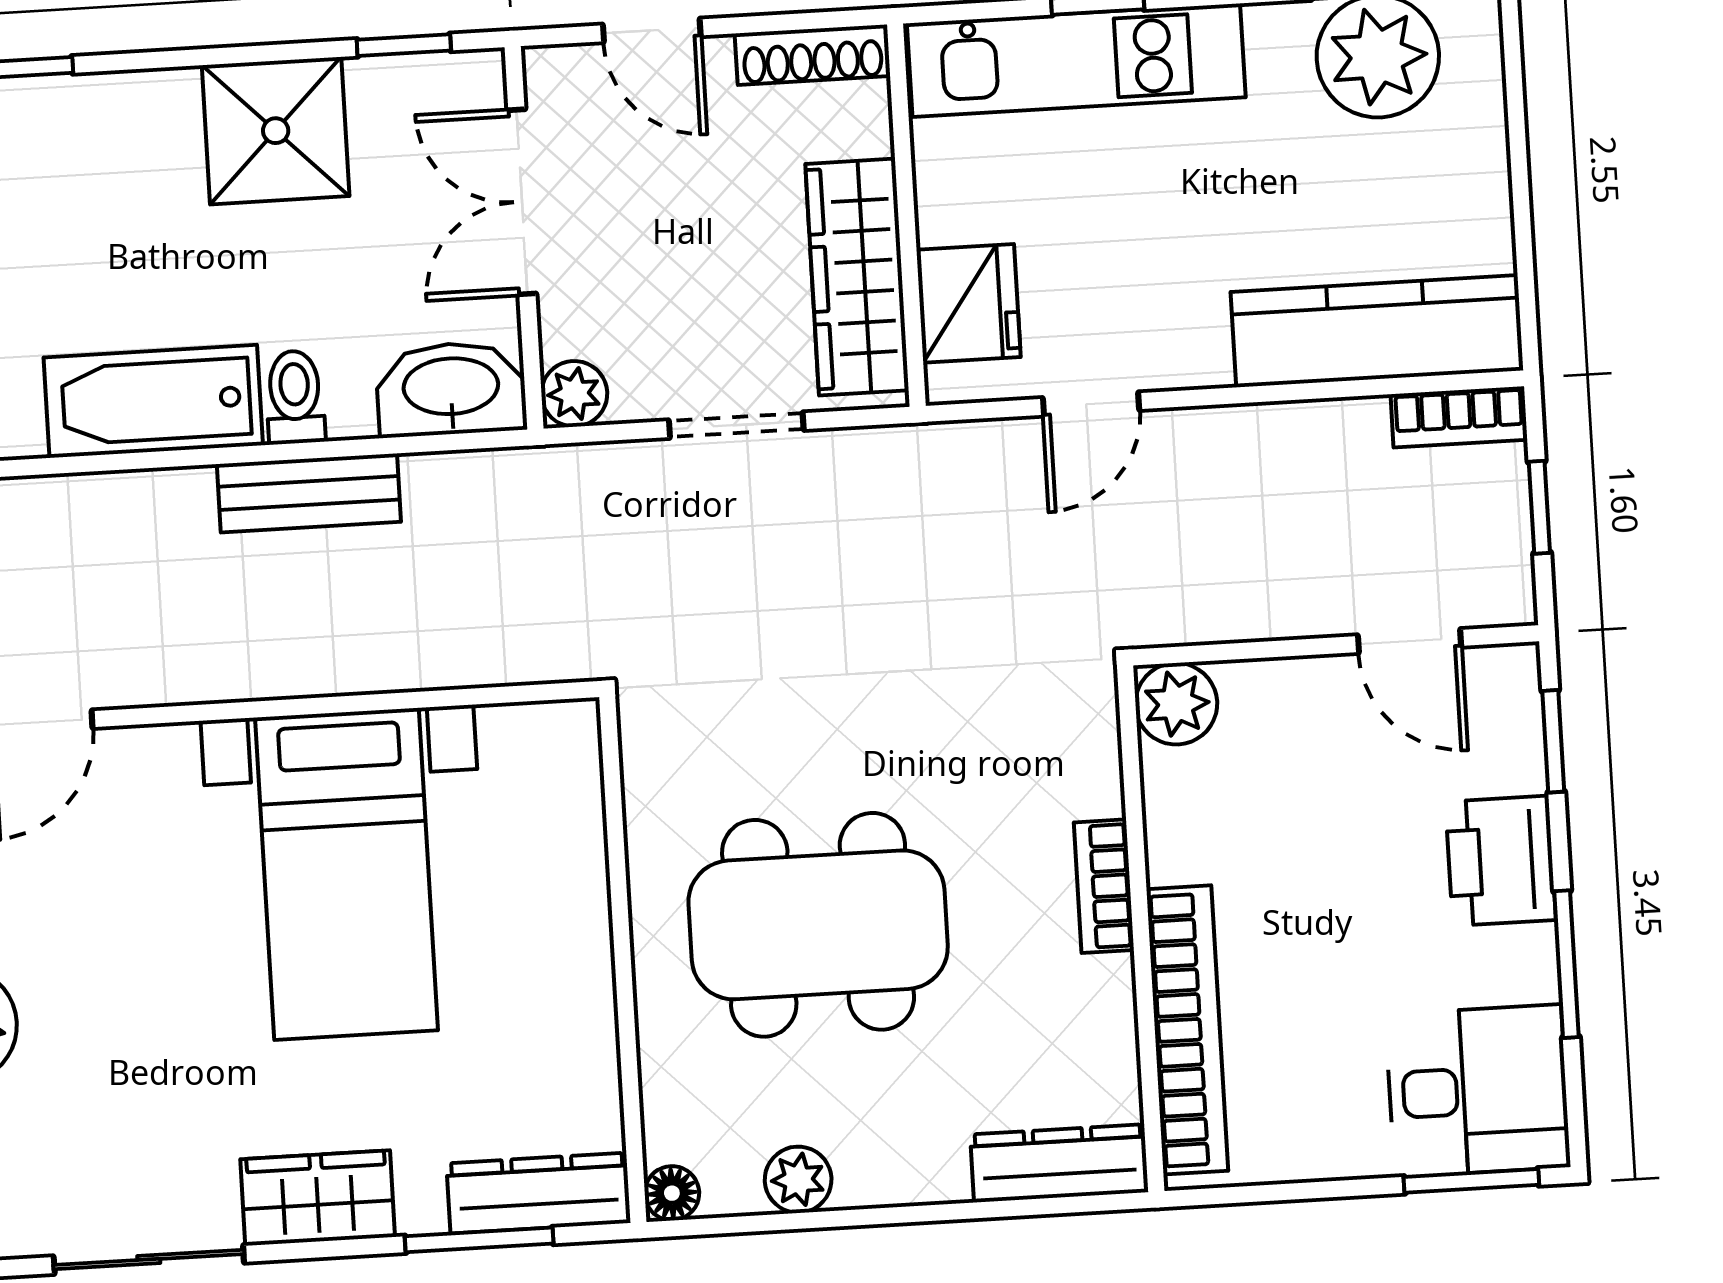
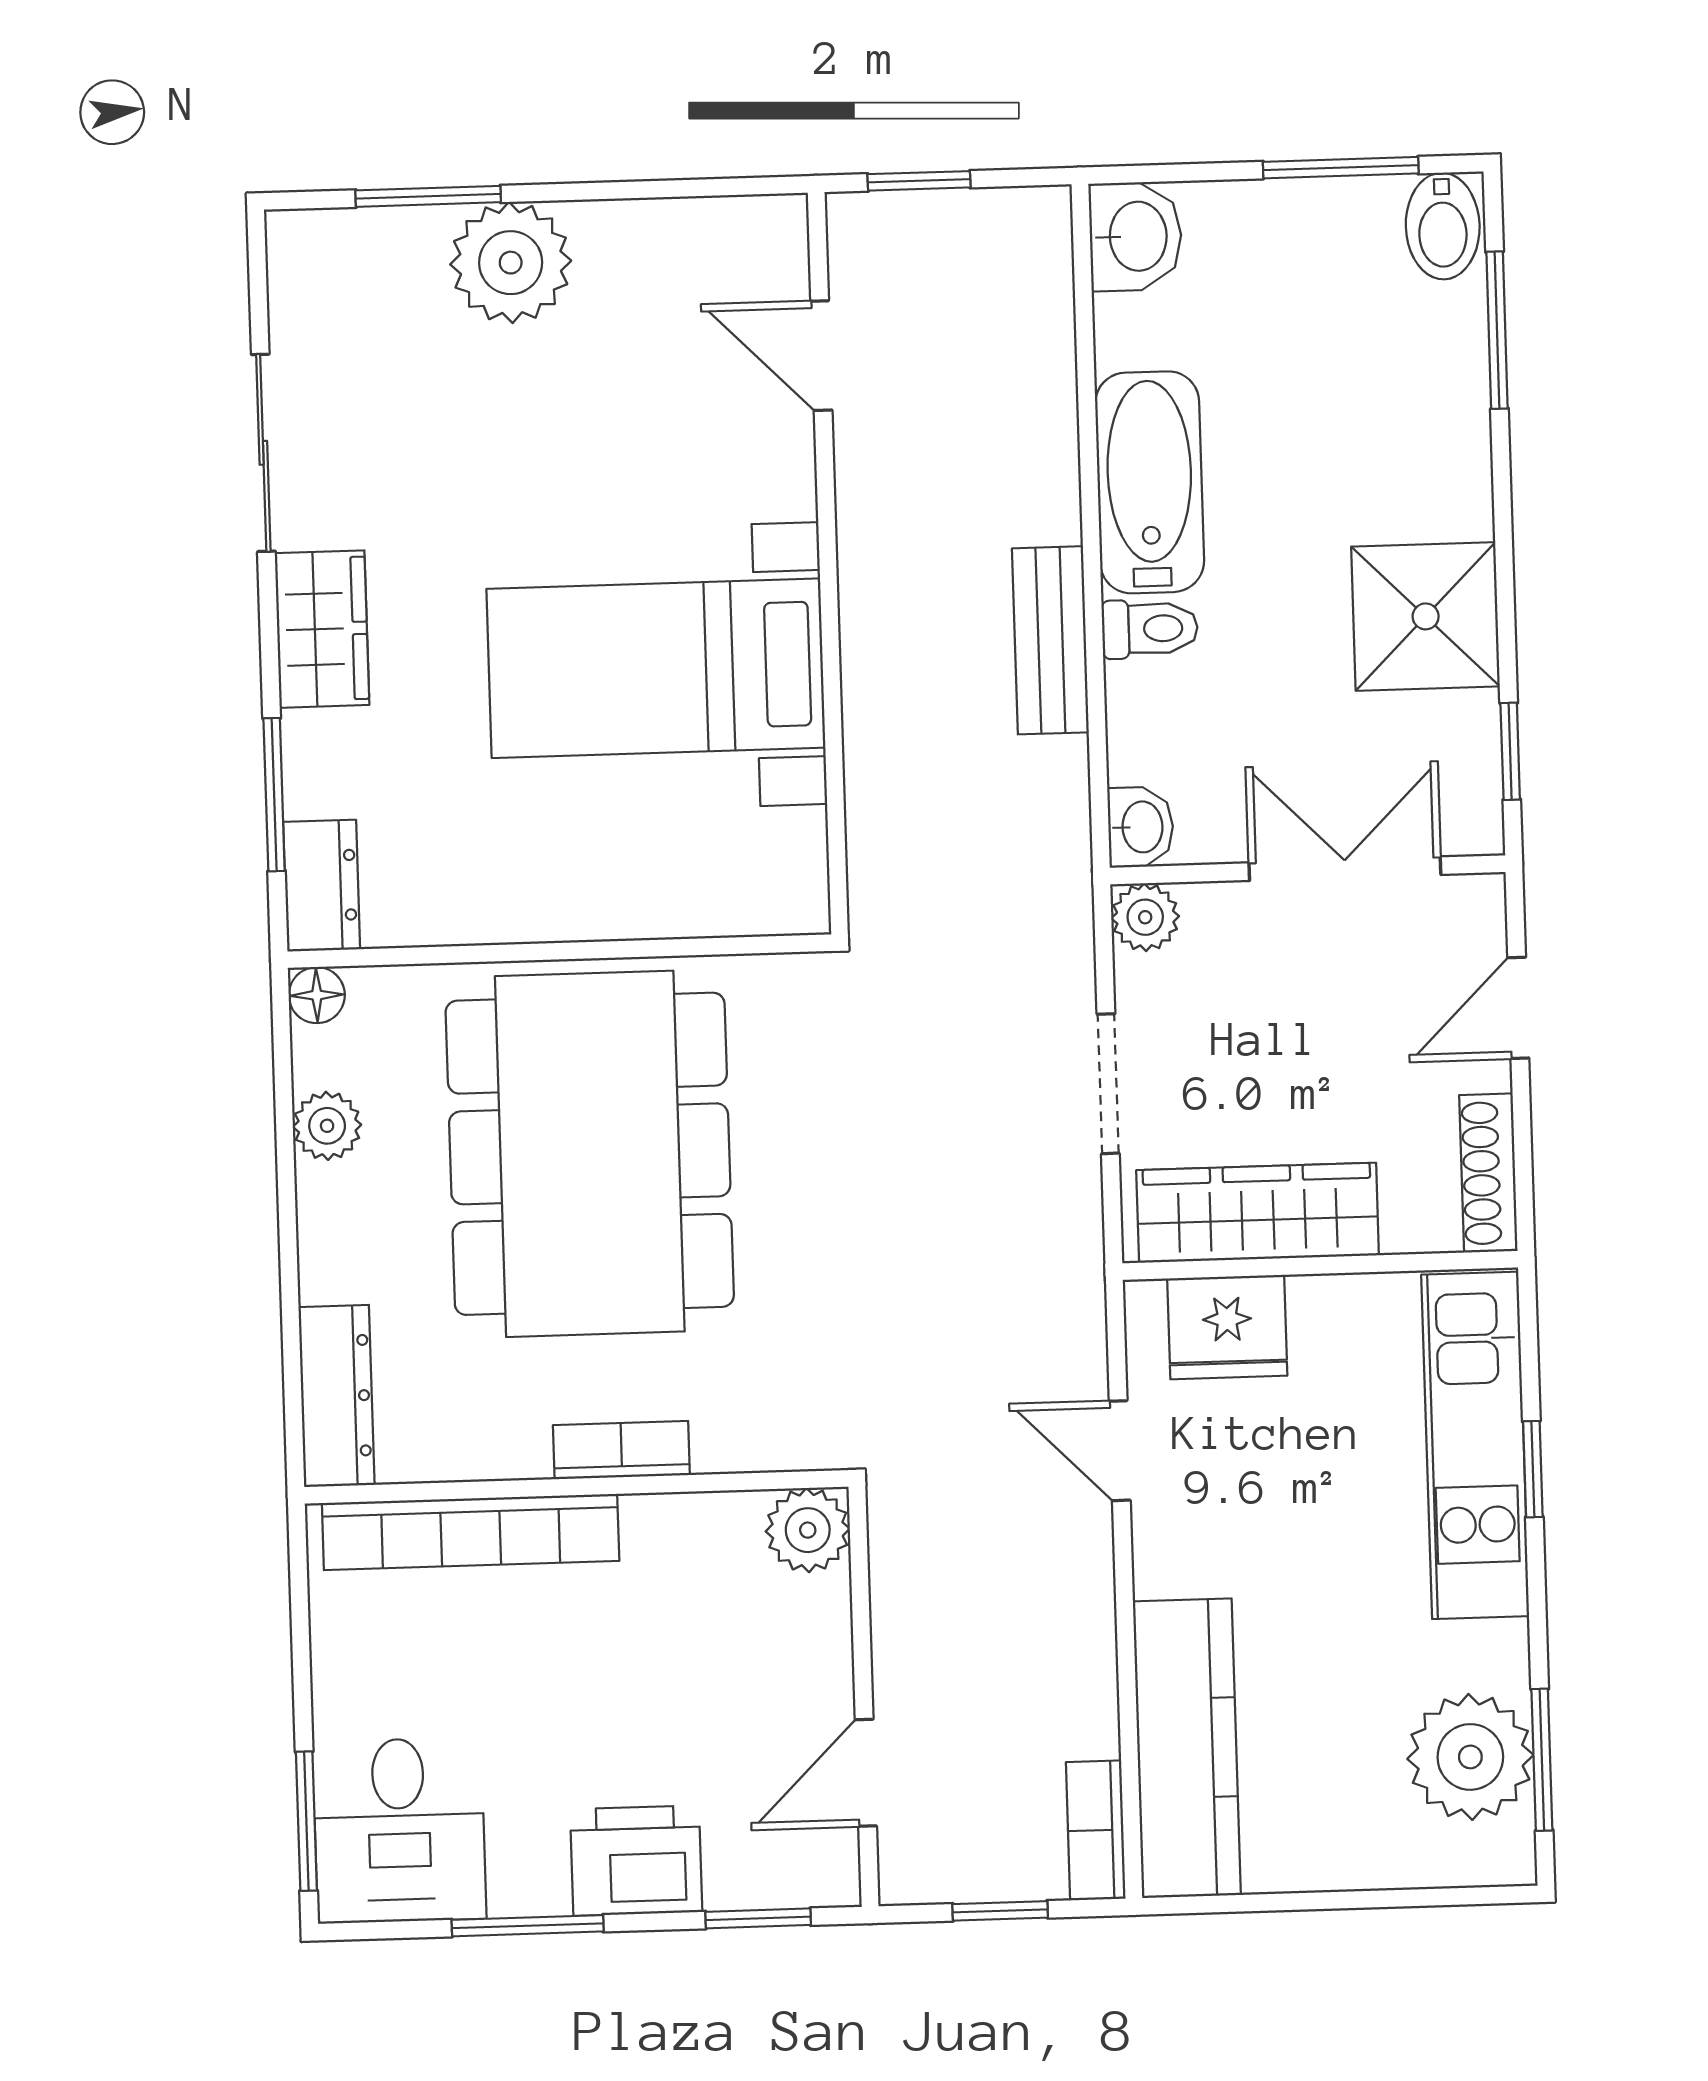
washbasin: (451, 389) -> (1141, 827), width x0.52, depth x0.69
dining table: (818, 925) -> (590, 1154), width x1.36, depth x1.24
dresser: (538, 1193) -> (322, 886), width x0.70

